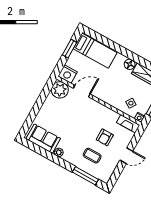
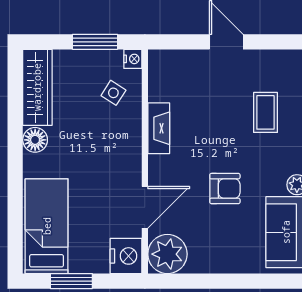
door: (82, 91) -> (145, 207), swing flipped
fireplace: (128, 124) -> (159, 128), moved
armchair: (105, 137) -> (225, 189), moved

